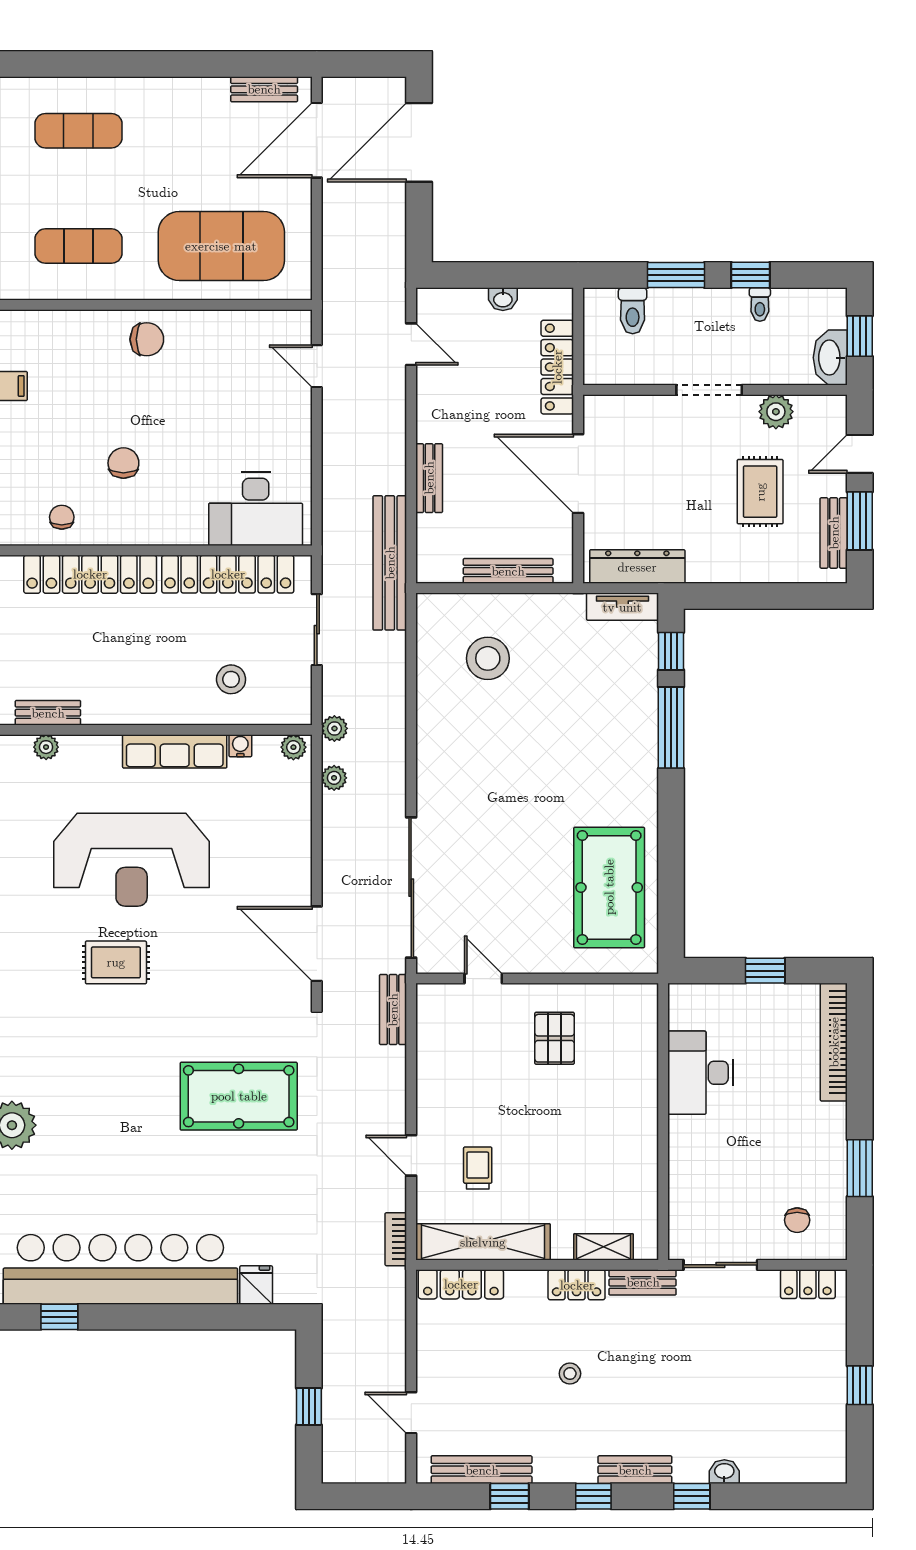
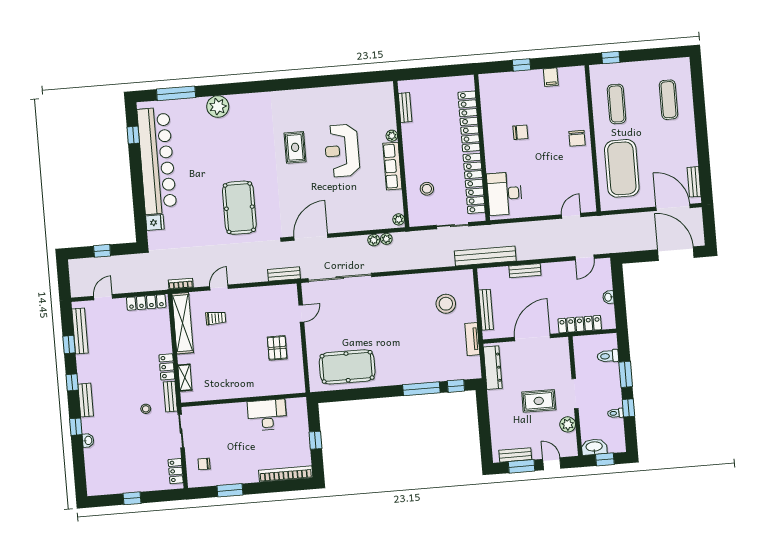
rug: (760, 492) -> (539, 401), moved
chair: (62, 517) -> (494, 106), removed
tv unit: (622, 607) -> (472, 339), moved
plant: (334, 728) -> (374, 240), moved
water cooler: (240, 746) -> (397, 195), removed
plant: (46, 747) -> (392, 136), moved
reception desk: (132, 860) -> (342, 151), width x0.74, depth x0.77
pallet: (555, 1038) -> (277, 348), turned 90
locker: (461, 1284) -> (146, 302), moved, turned -90
stool: (570, 1374) -> (146, 409), moved

